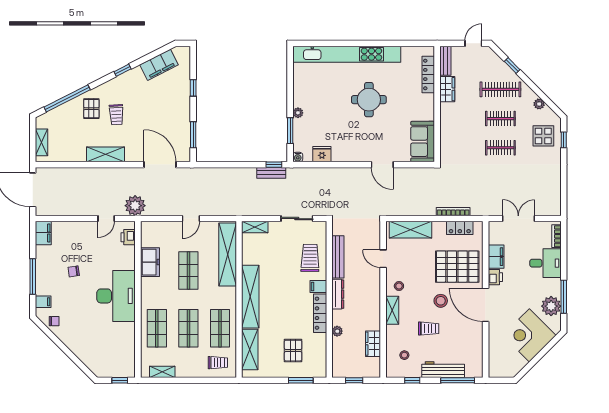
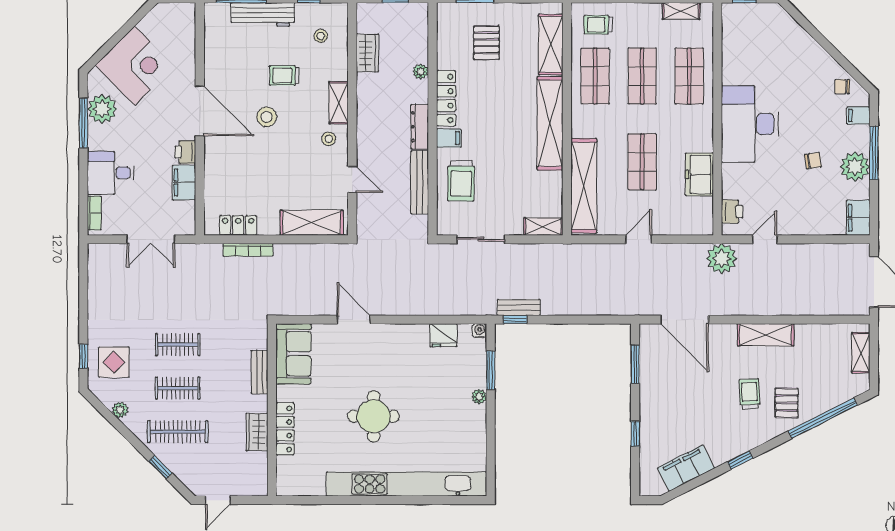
bench: (445, 61) -> (260, 372), moved
locker: (428, 74) -> (285, 429), moved
plant: (46, 267) -> (855, 167), added
pallet: (457, 267) -> (242, 168), removed

